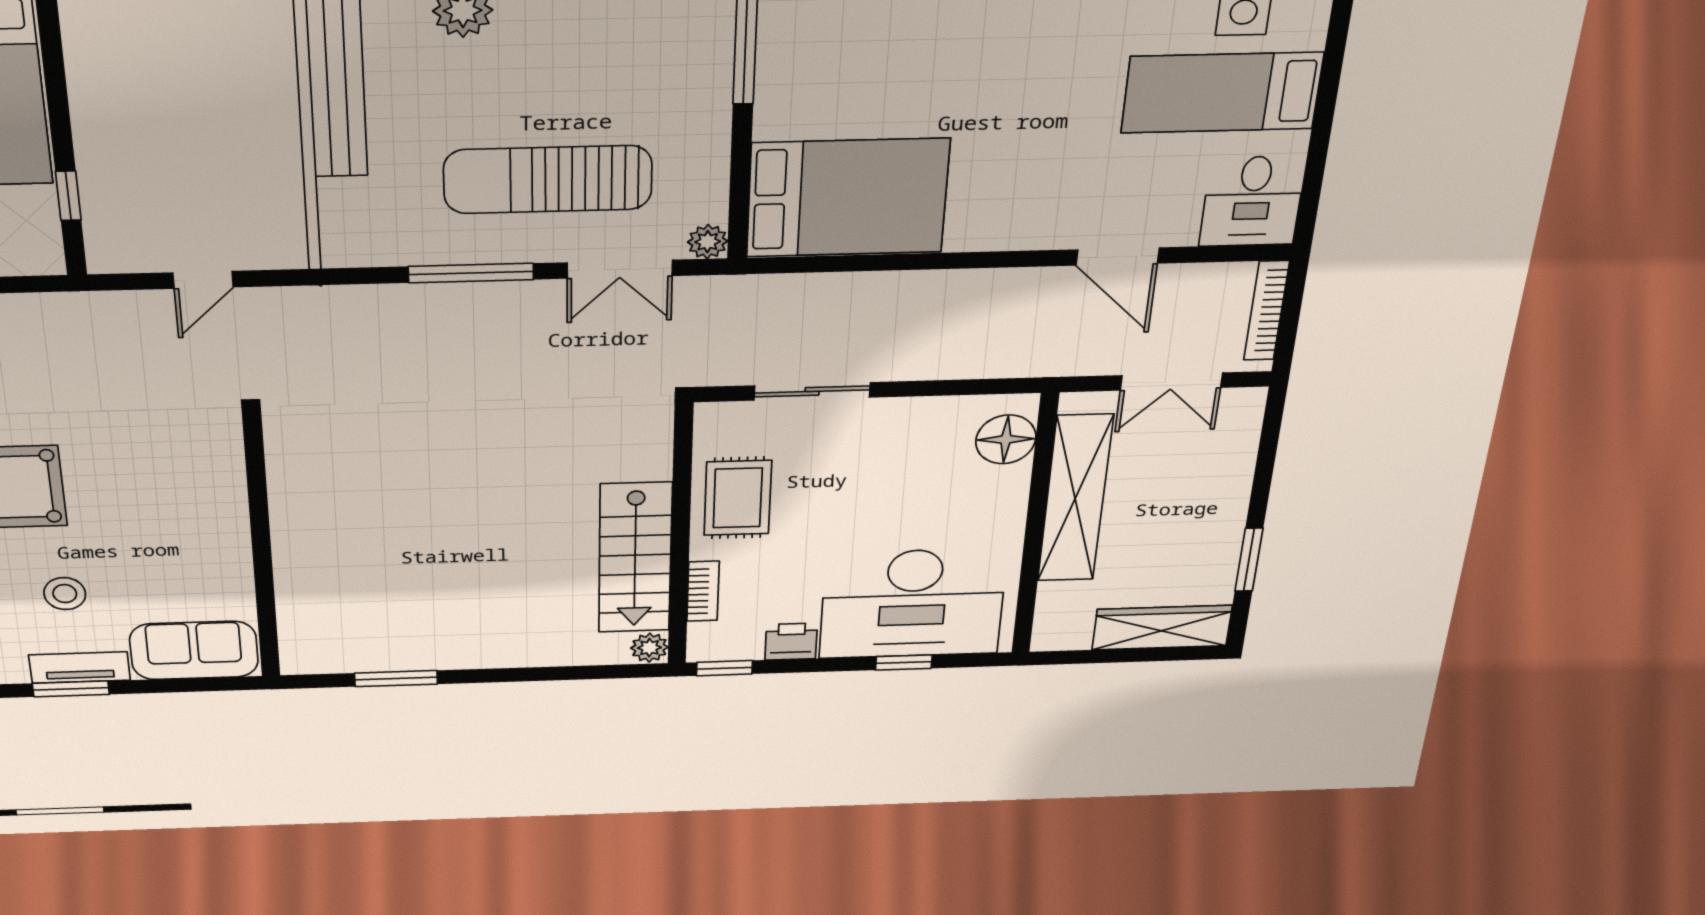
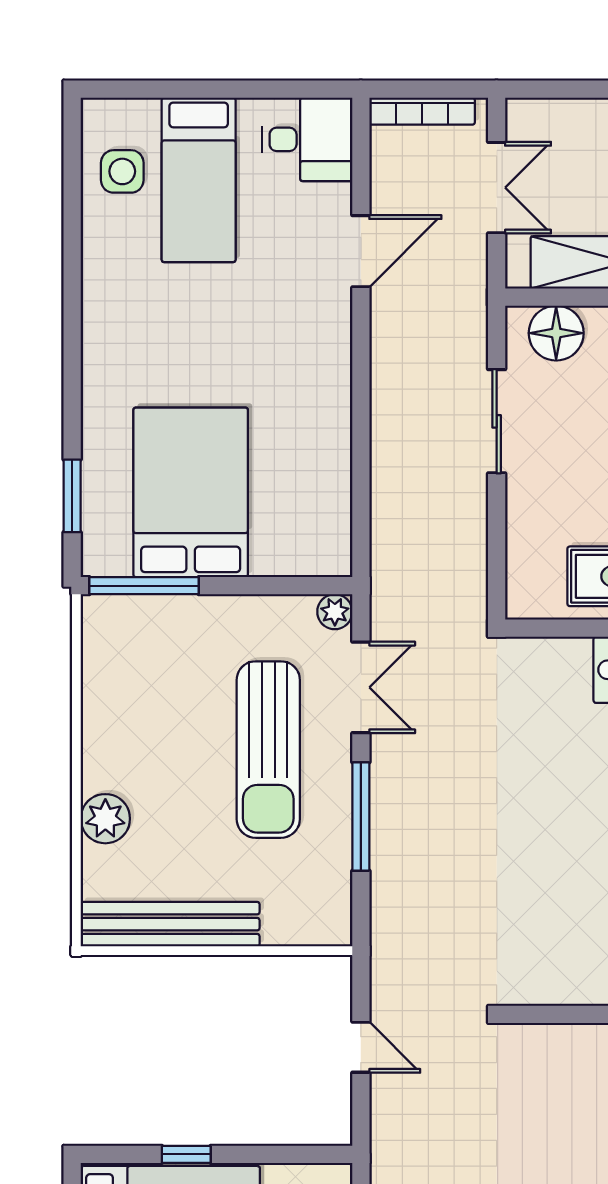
window: (68, 196) -> (186, 1154), moved
bed: (848, 198) -> (191, 492), moved
sliding door: (812, 391) -> (497, 421), moved

